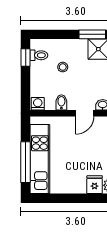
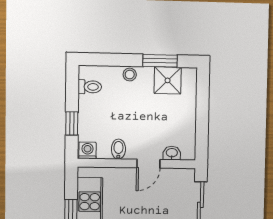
window: (26, 58) -> (72, 123), moved
stool: (63, 67) -> (130, 75), moved

